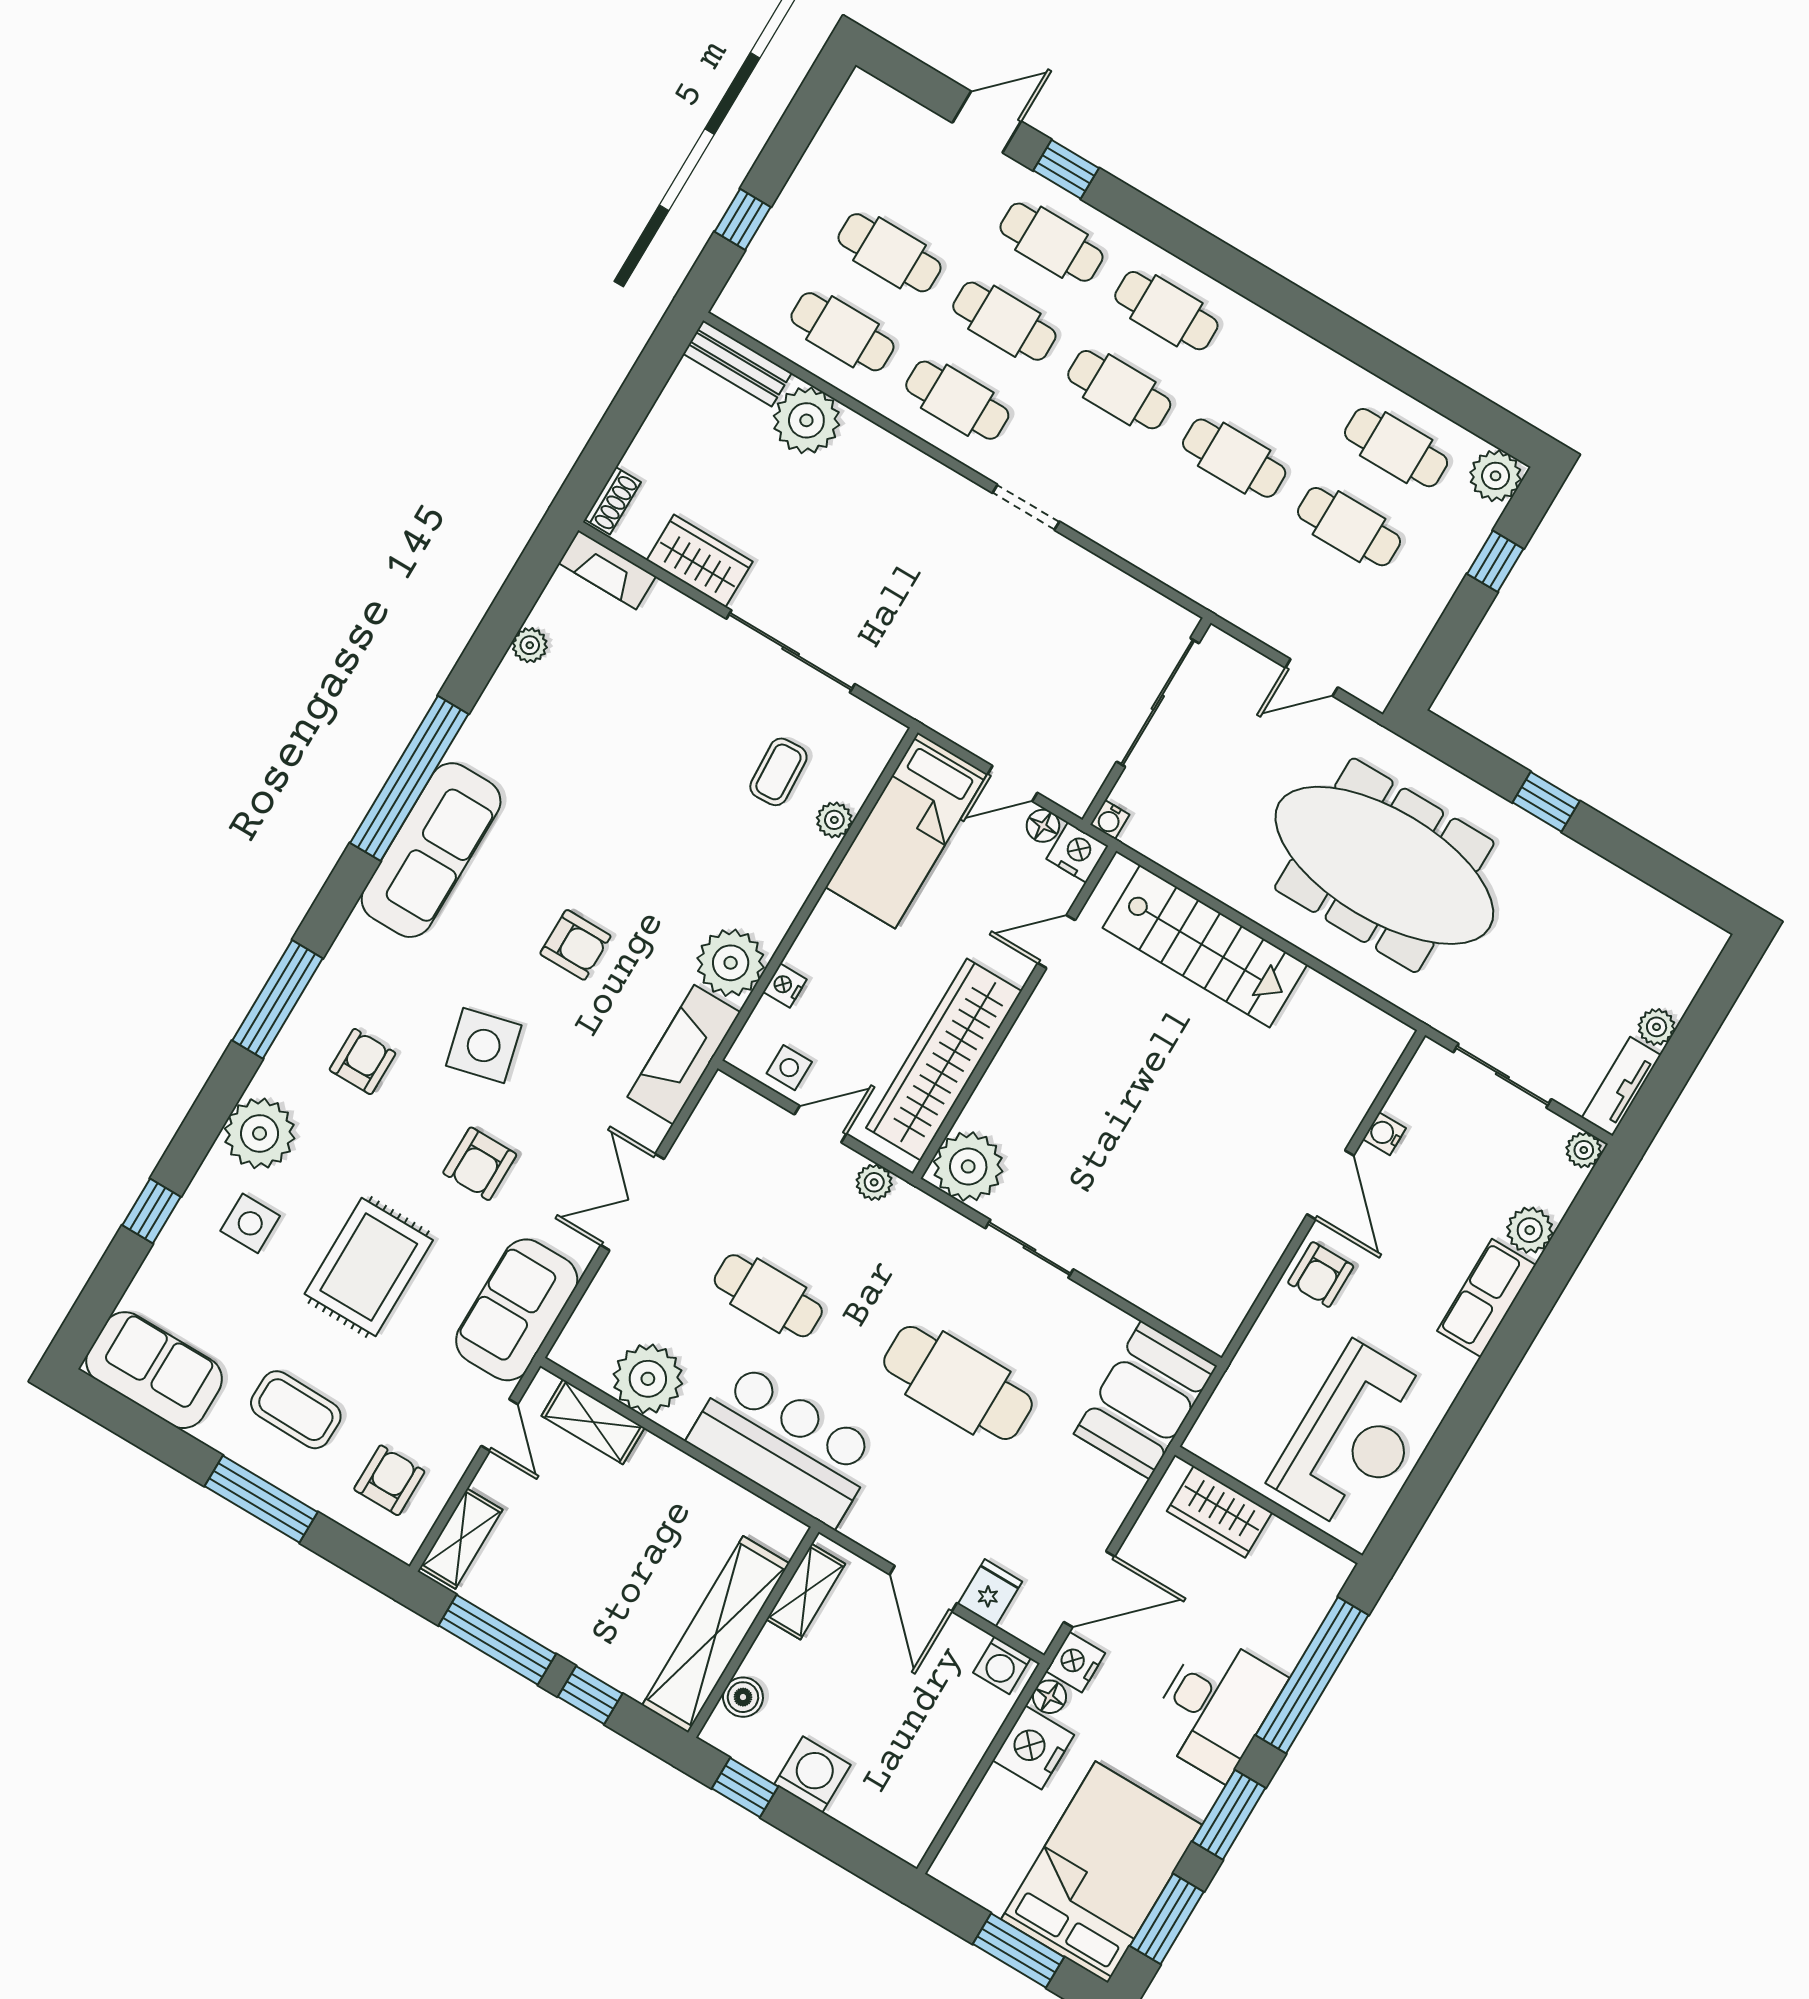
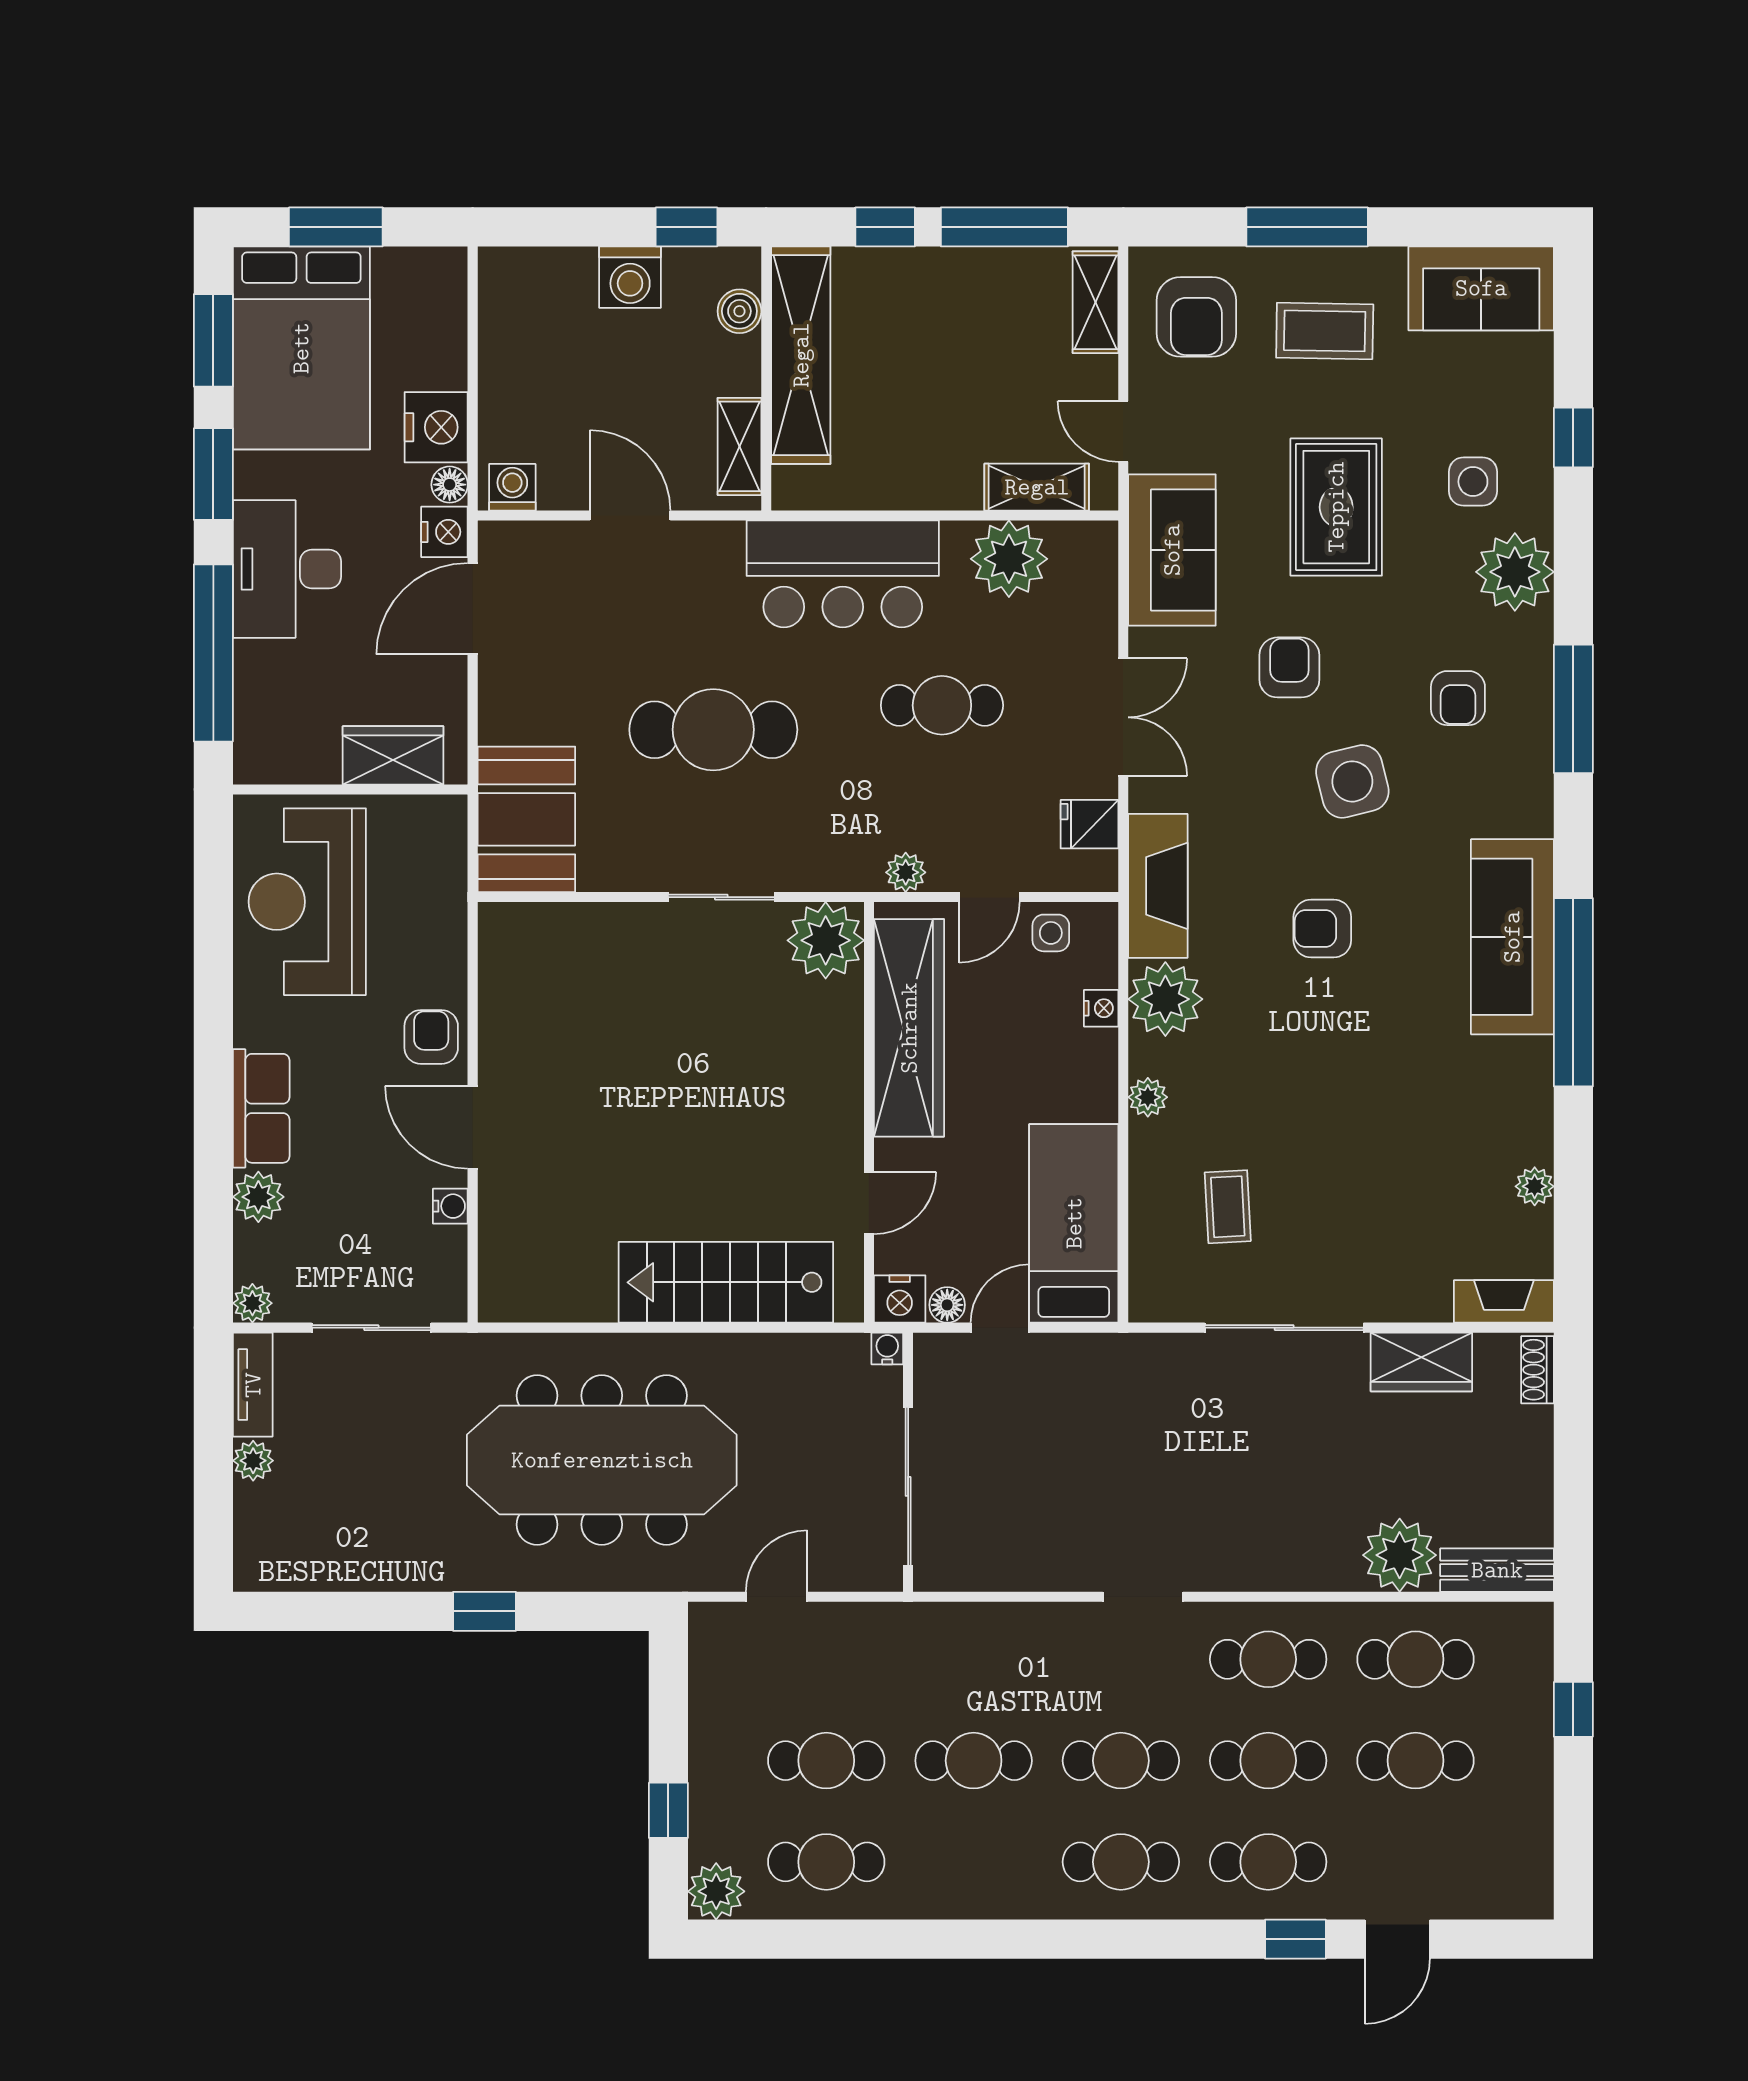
plant: (834, 820) -> (1148, 1097), moved
armchair: (389, 1480) -> (1196, 317), width x1.38, depth x1.38
fridge: (990, 1593) -> (1090, 824), moved, turned 90

